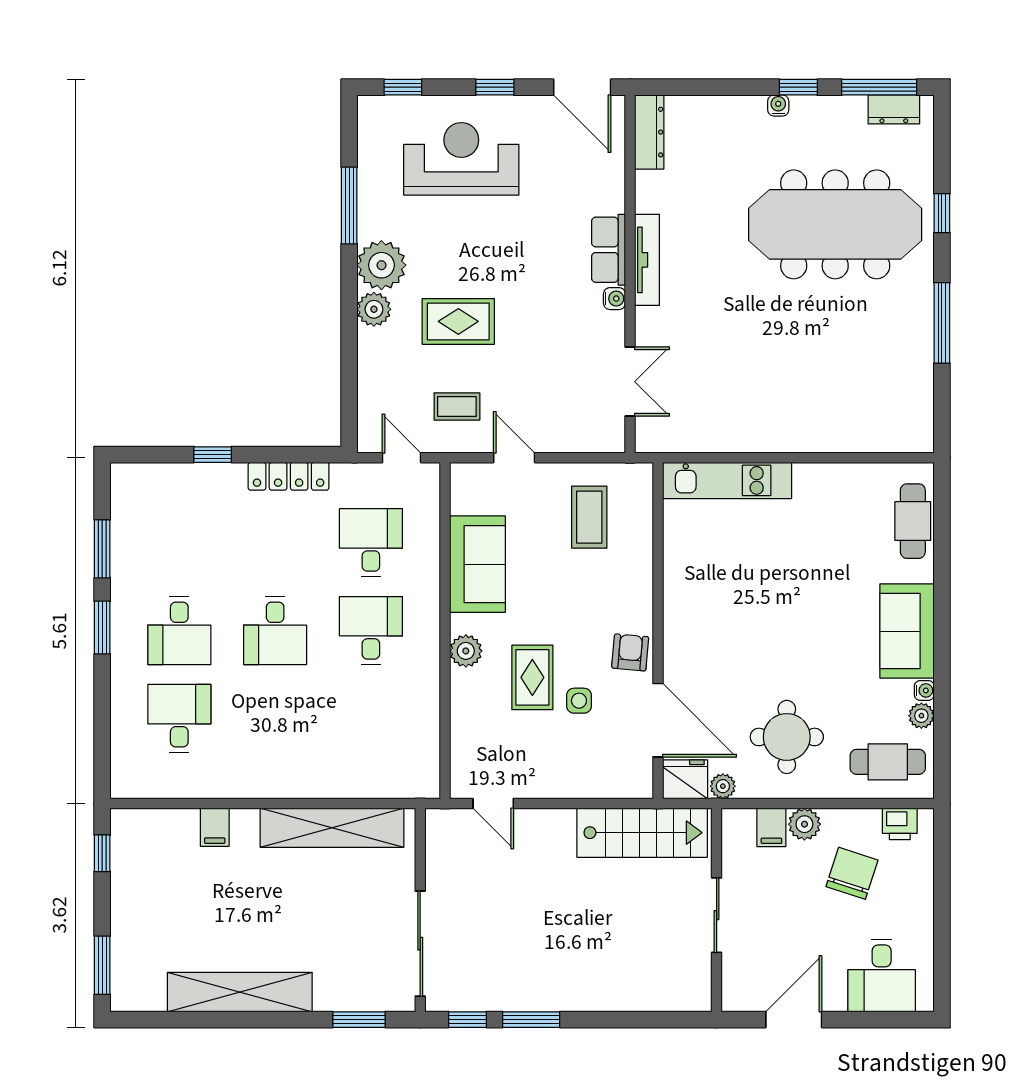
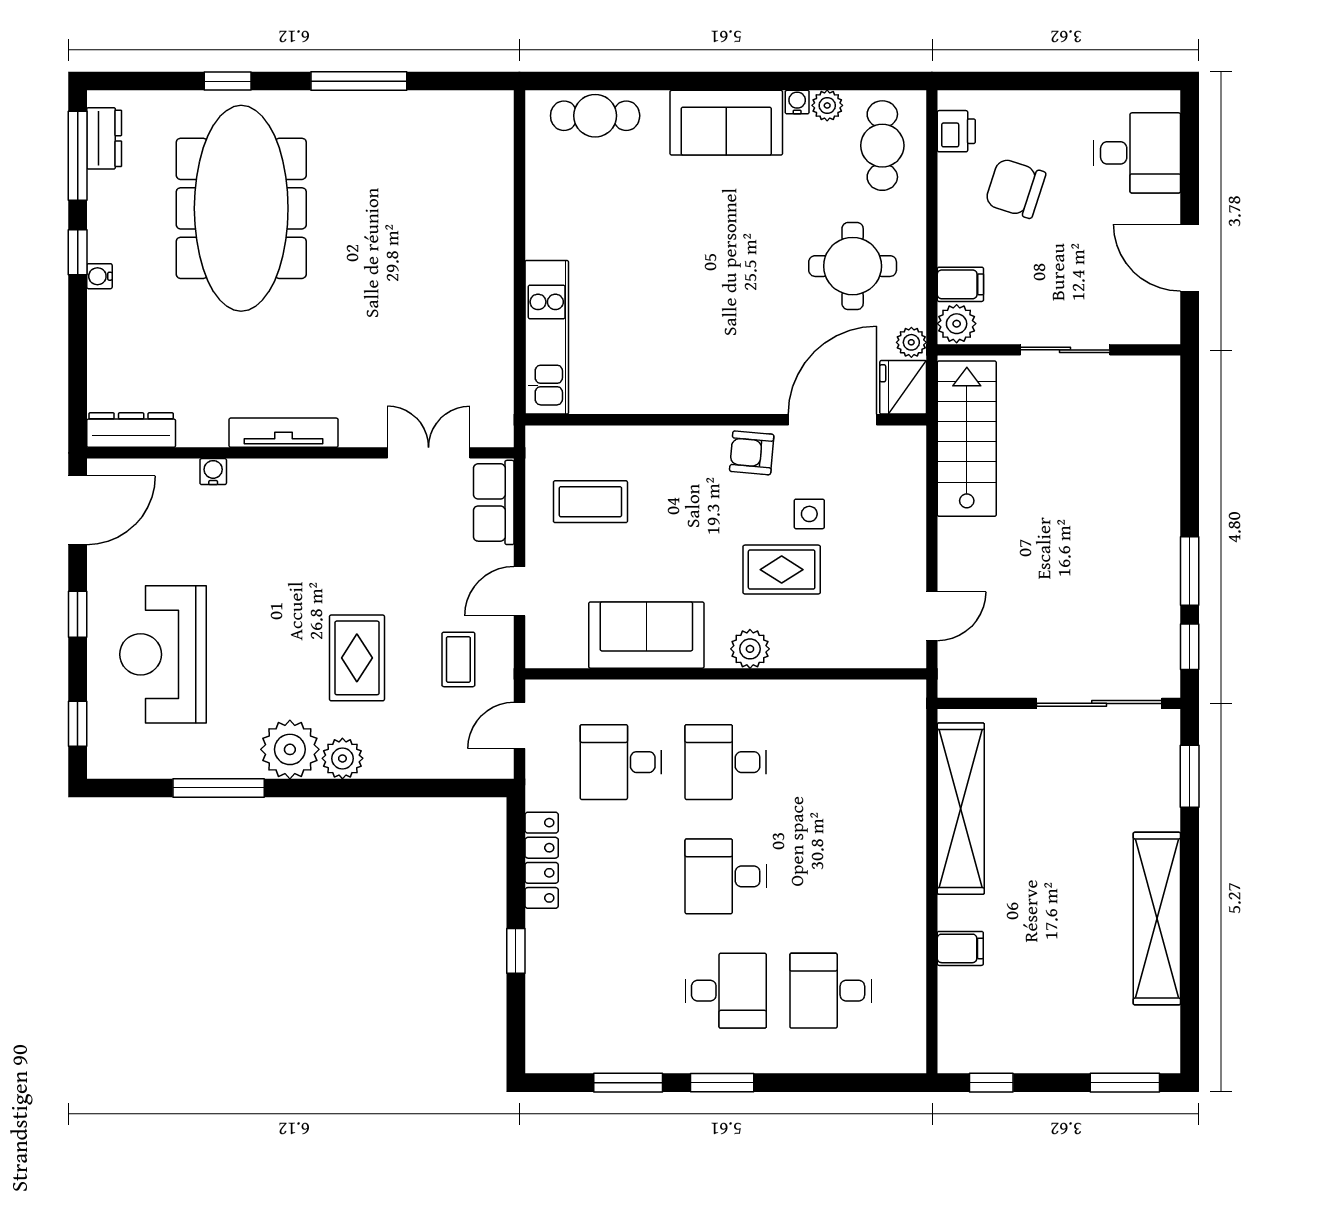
row of seats: (609, 250) -> (494, 502), moved, turned 90
water cooler: (614, 299) -> (213, 472), moved
desk: (275, 631) -> (726, 876), turned 180
plant: (804, 824) -> (957, 324), moved

